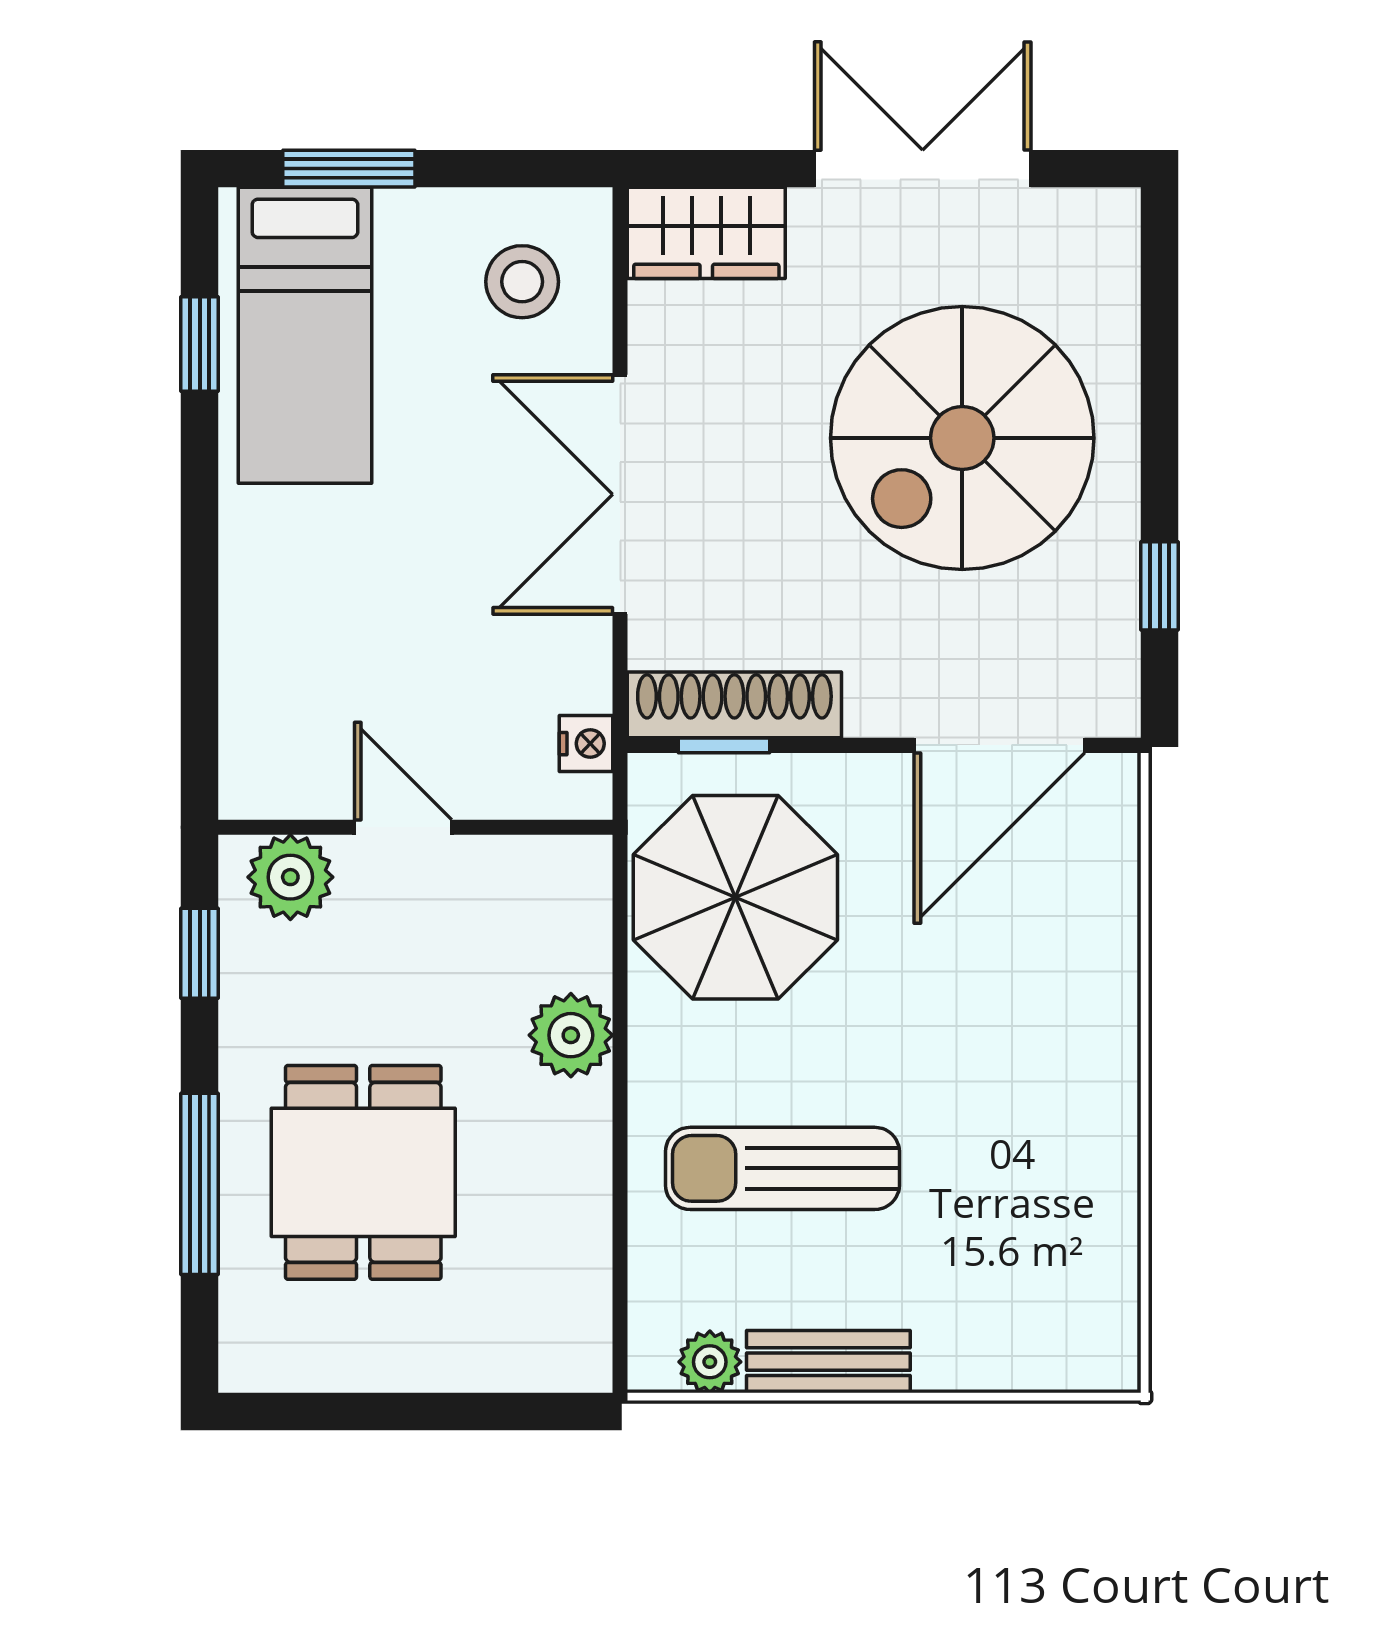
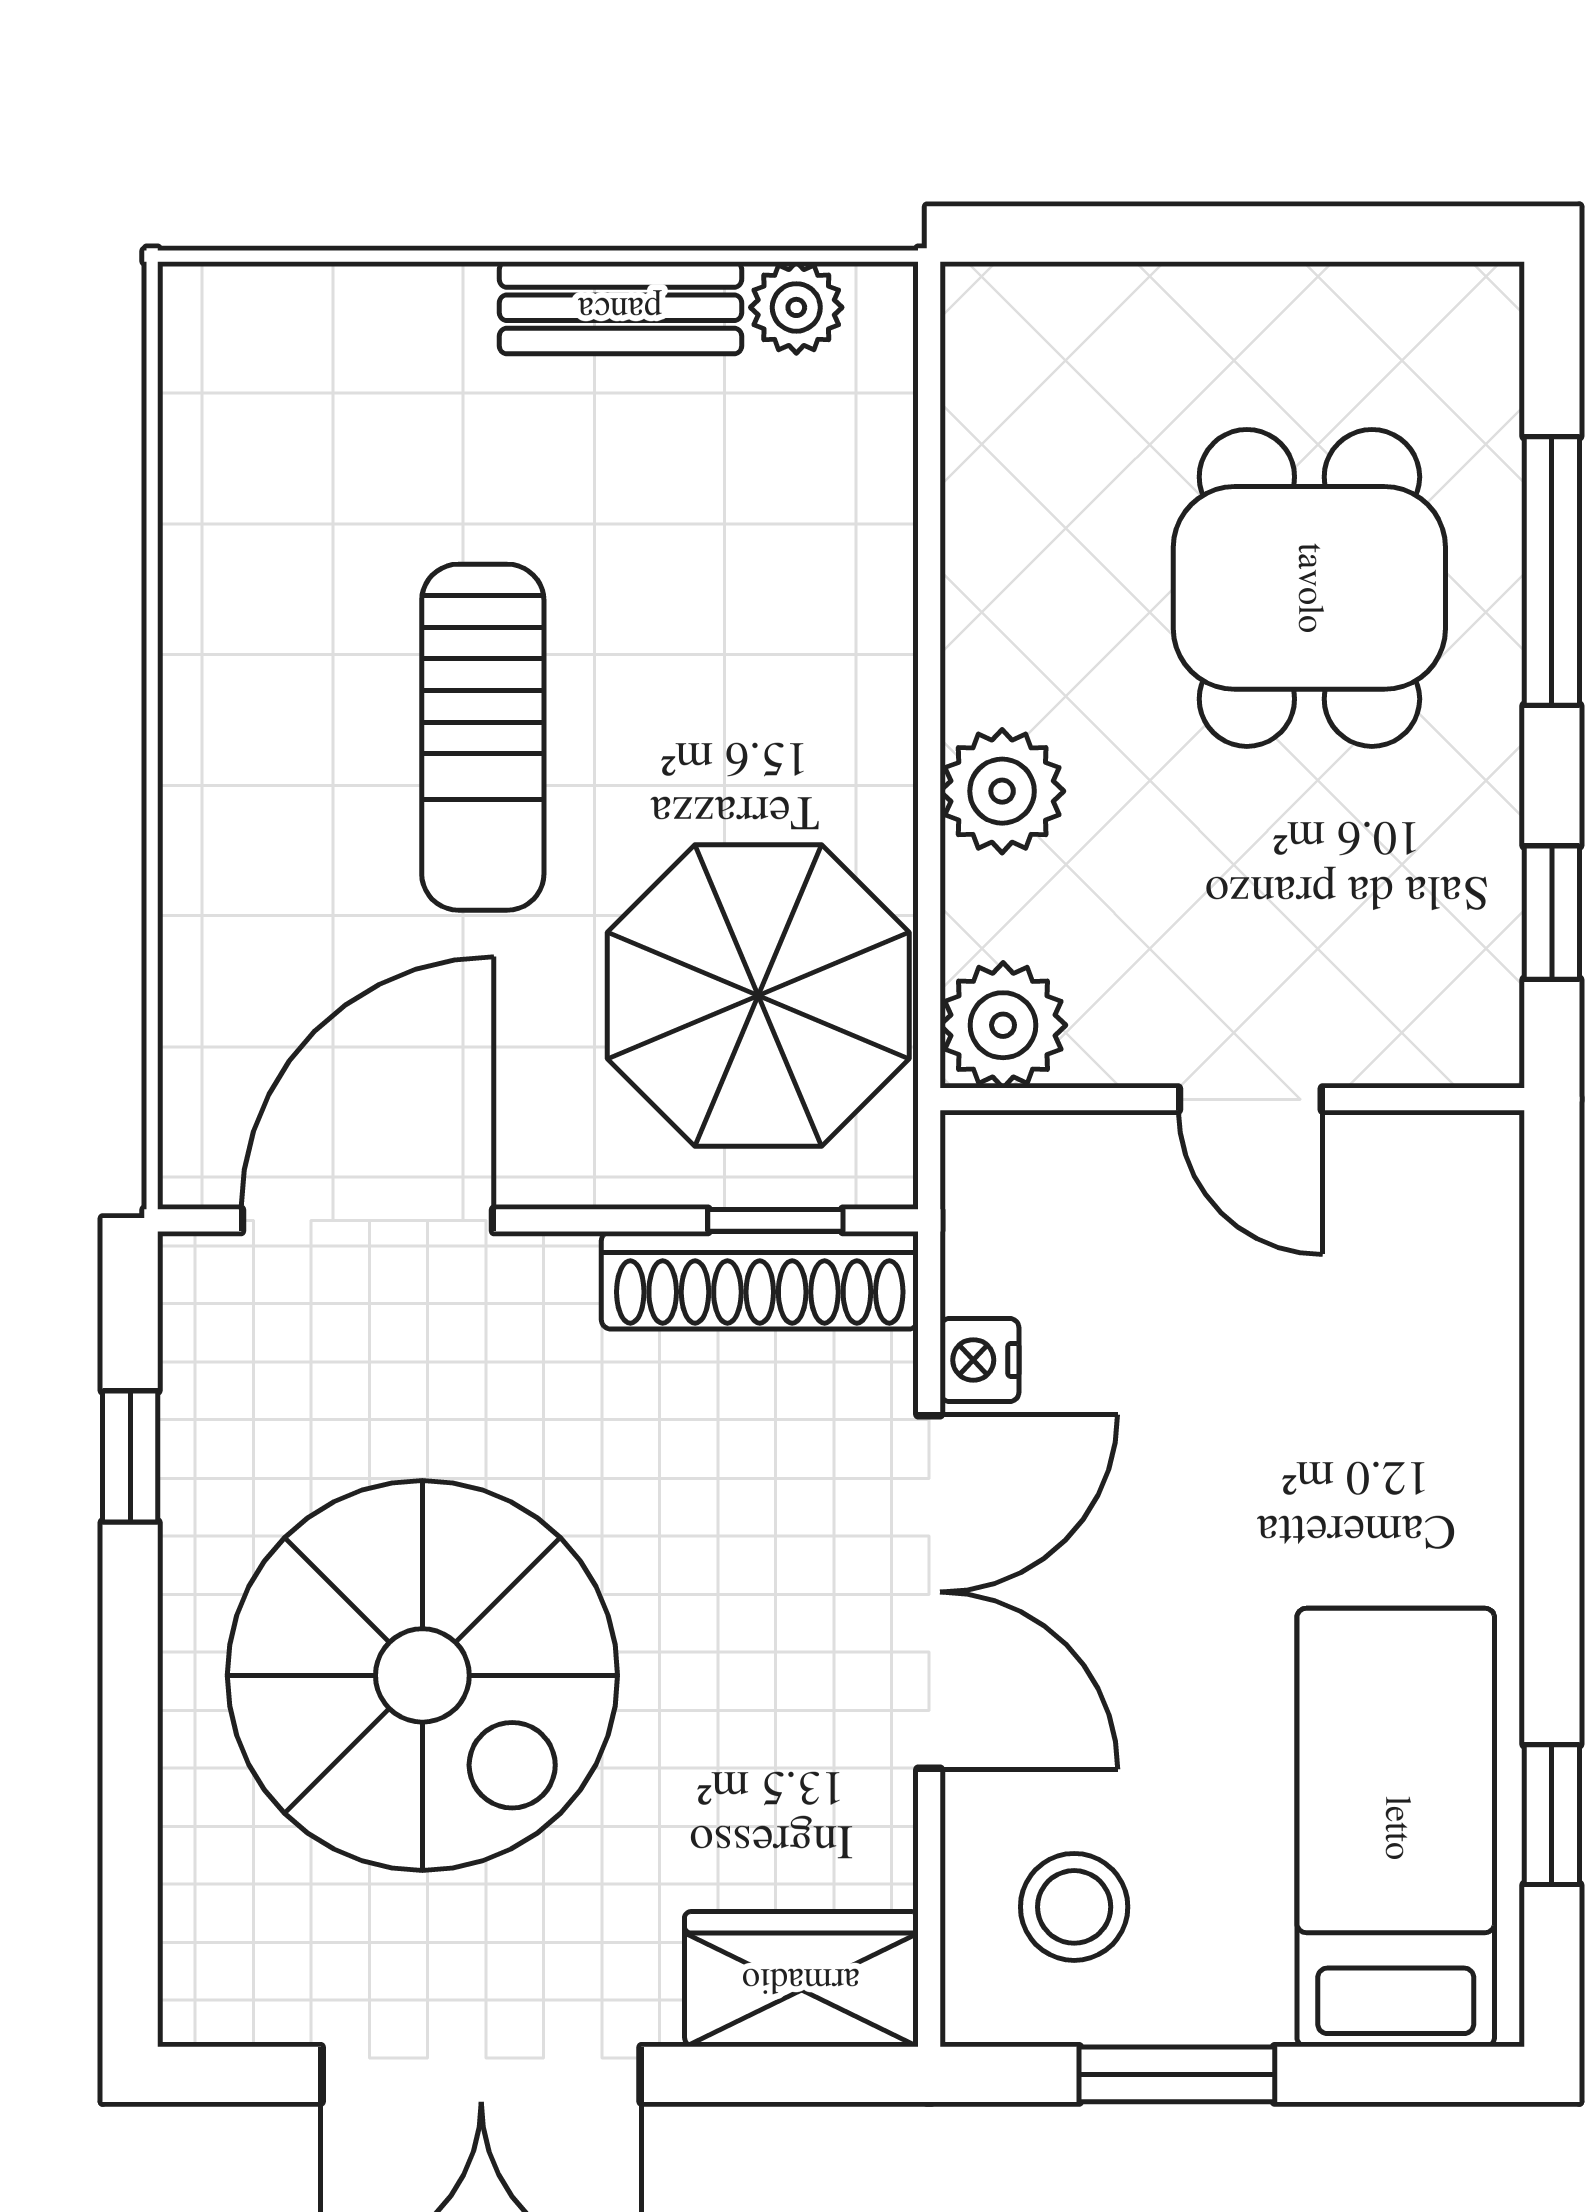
window: (349, 169) -> (1177, 2074), moved
spiral stairs: (962, 438) -> (422, 1675), turned 90
nightstand: (586, 744) -> (980, 1360), moved
plant: (290, 877) -> (1003, 1025), moved
sun lounger: (782, 1168) -> (483, 737), moved, turned 90

